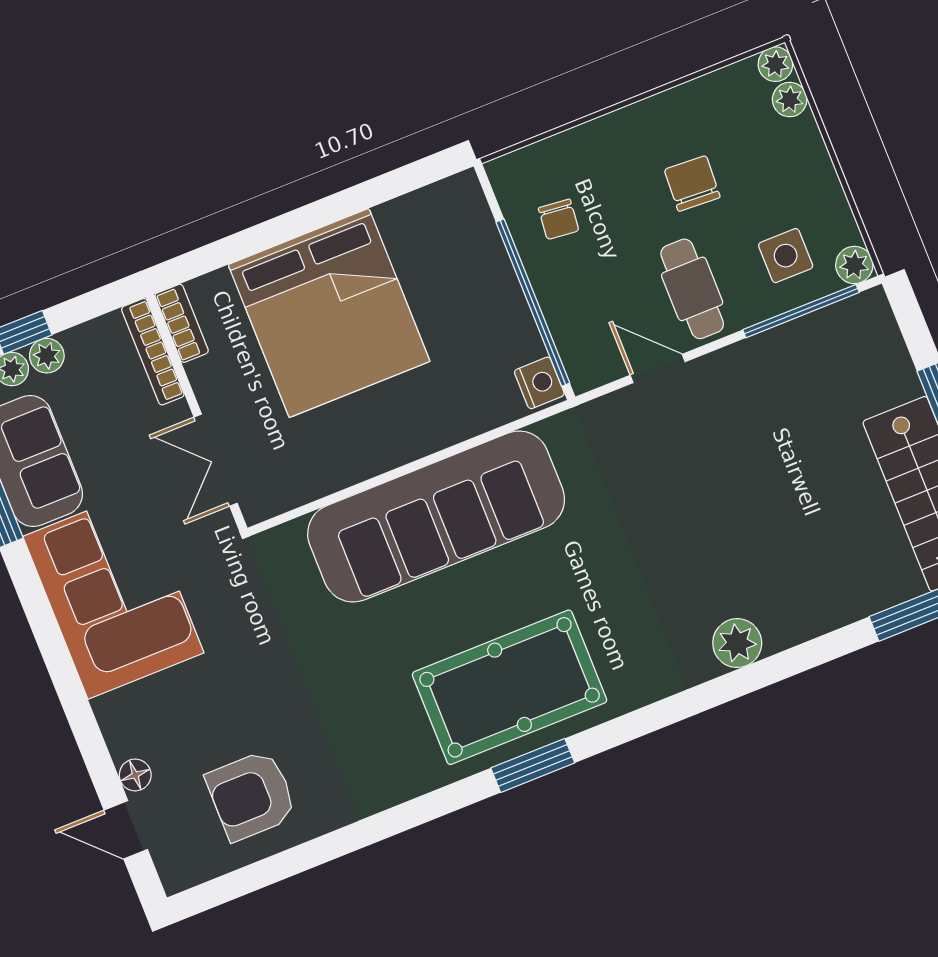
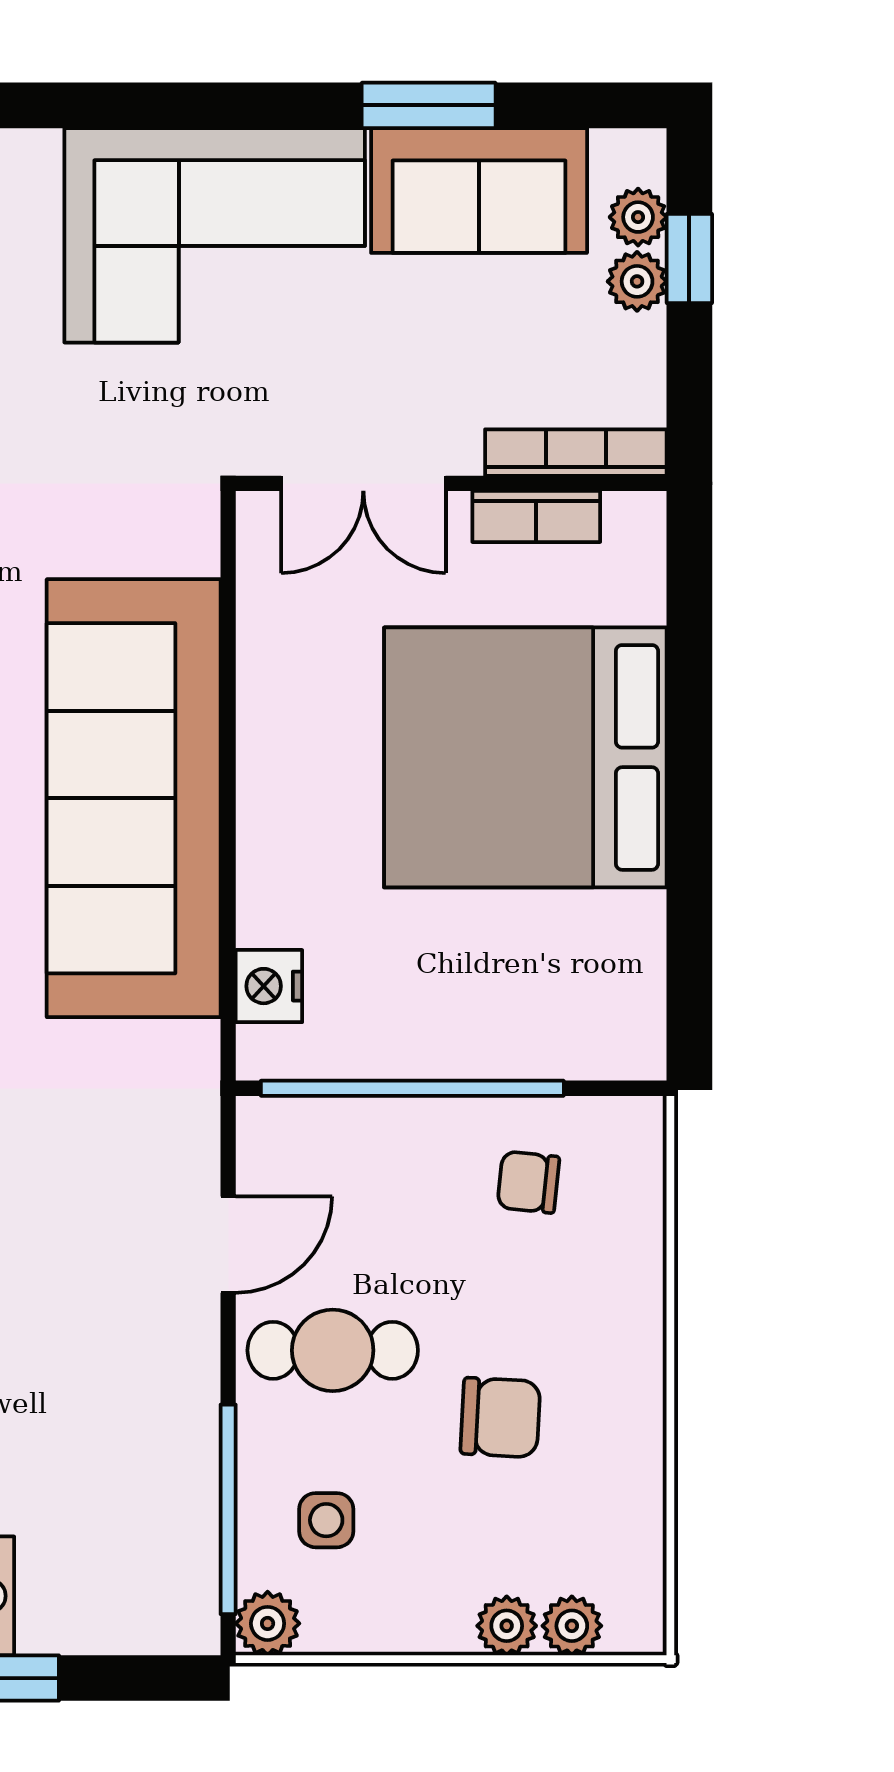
plant: (775, 64) -> (507, 1626), moved
side table: (786, 256) -> (326, 1520), width x0.73, depth x0.73
bookcase: (182, 323) -> (536, 516), moved
nightstand: (539, 383) -> (269, 986), moved, turned 90
double door: (216, 460) -> (363, 483), swing flipped

